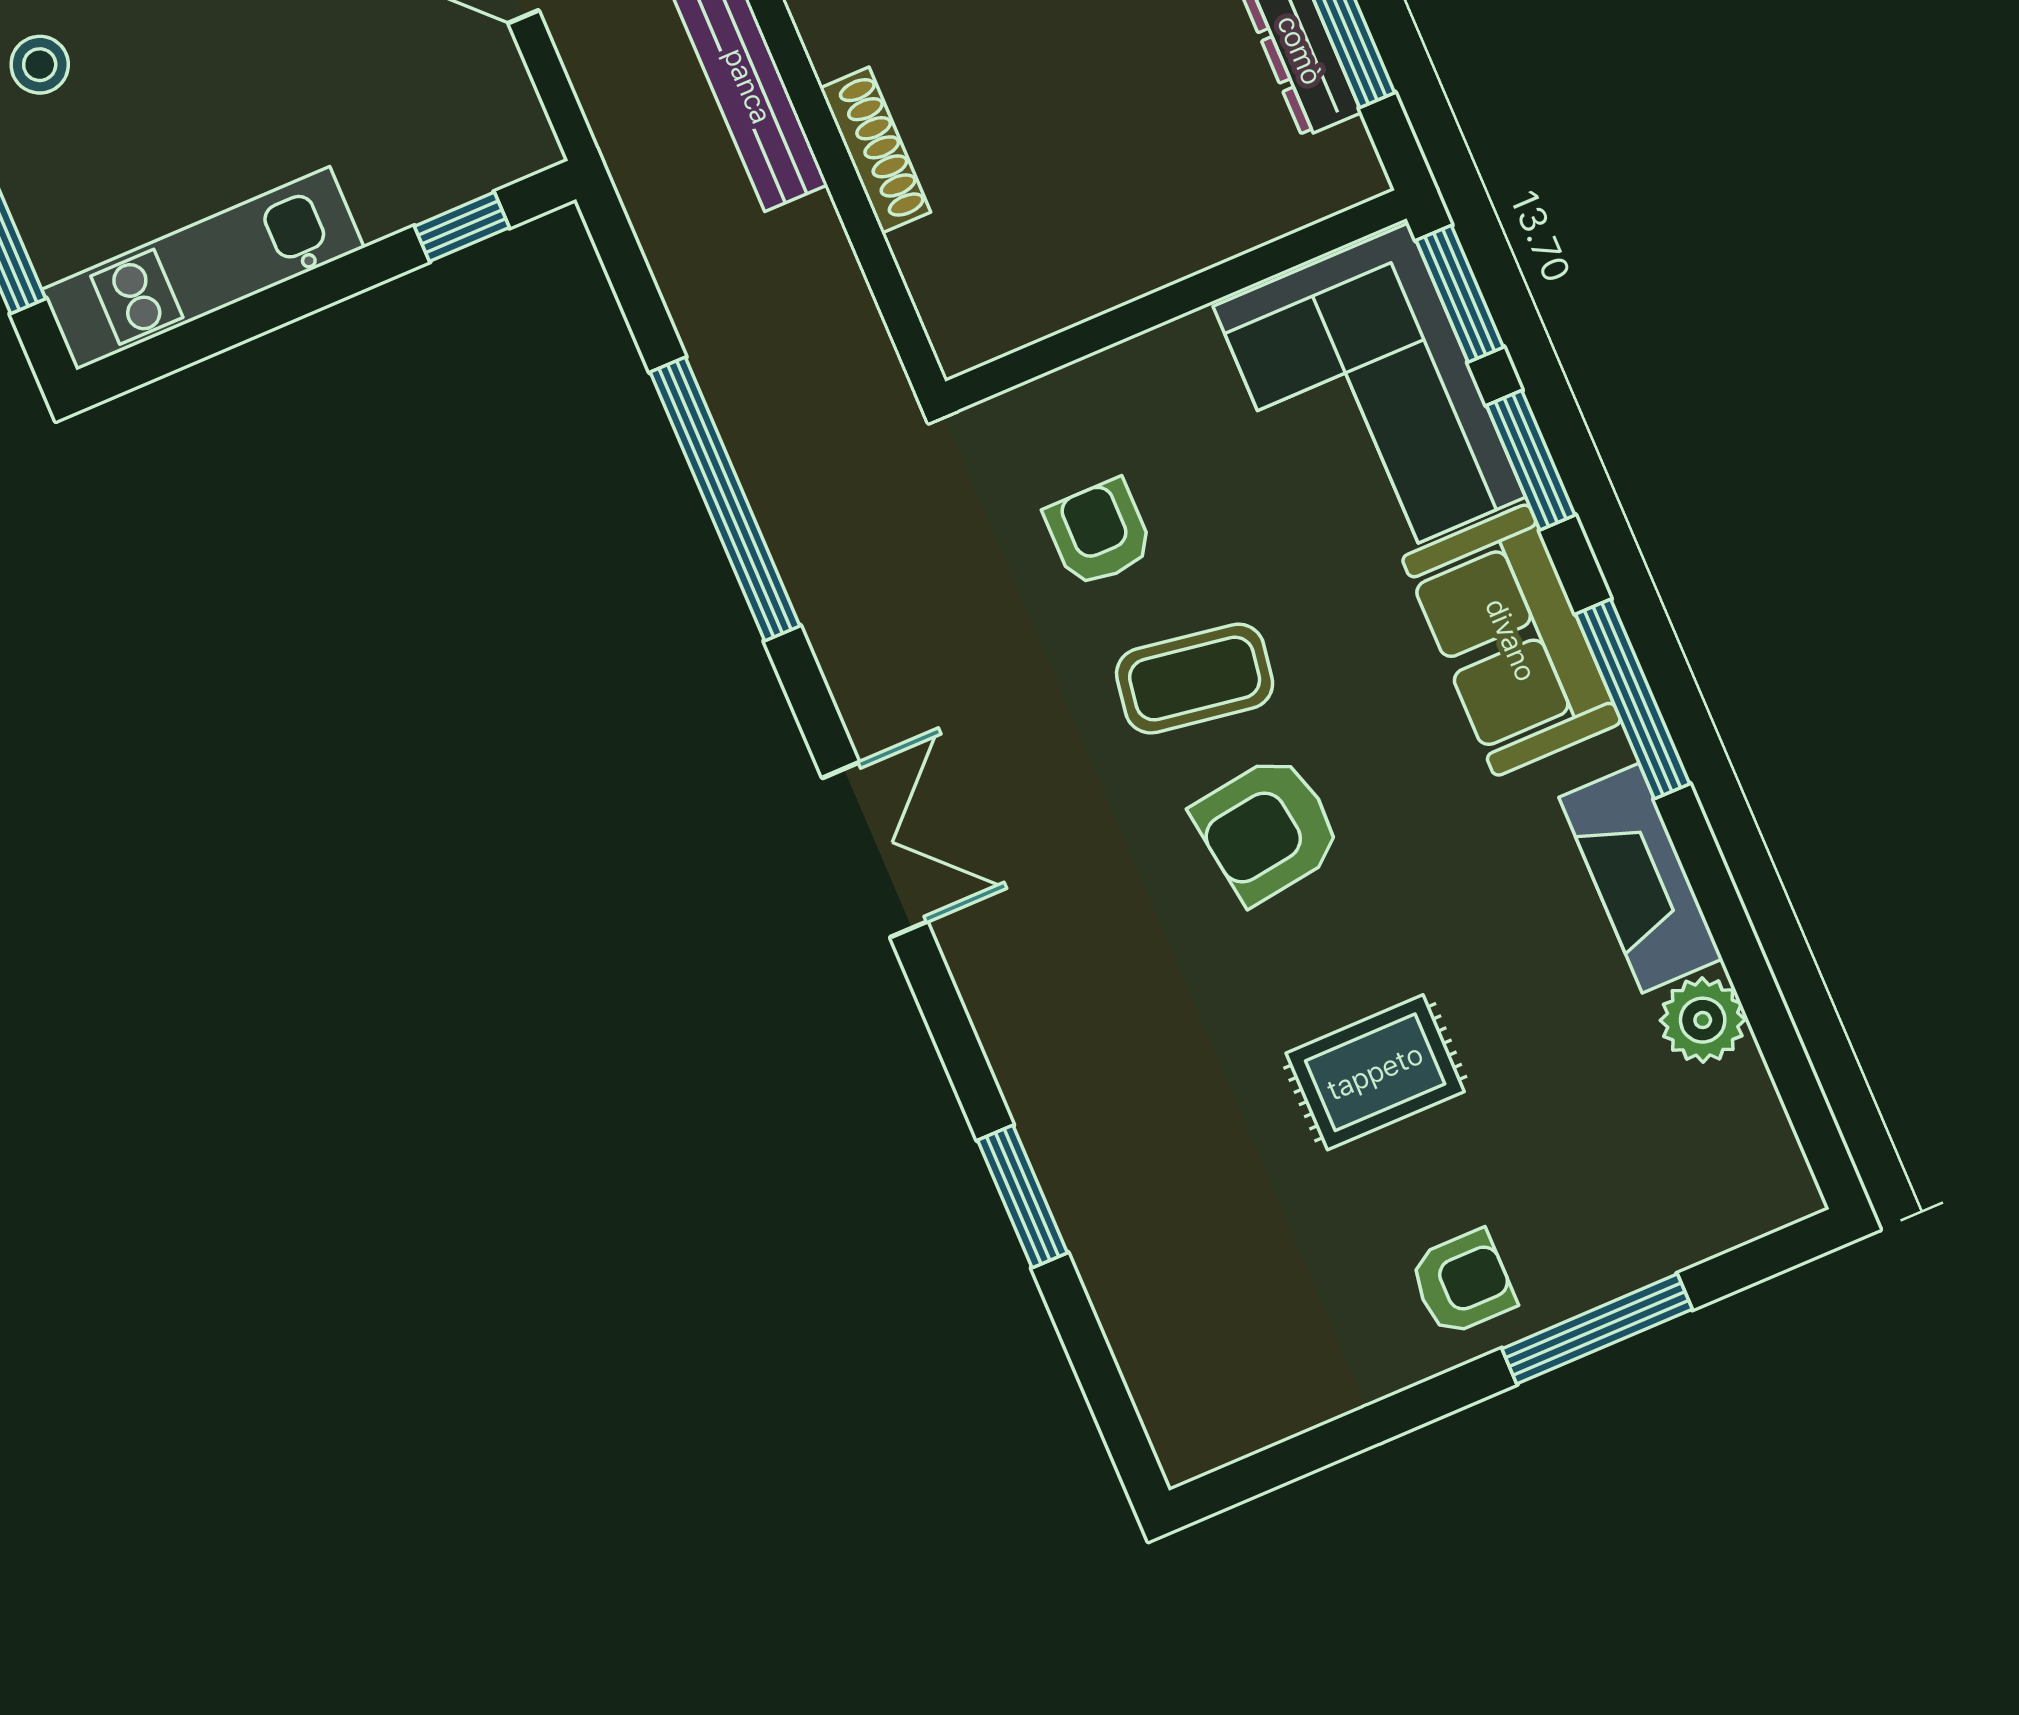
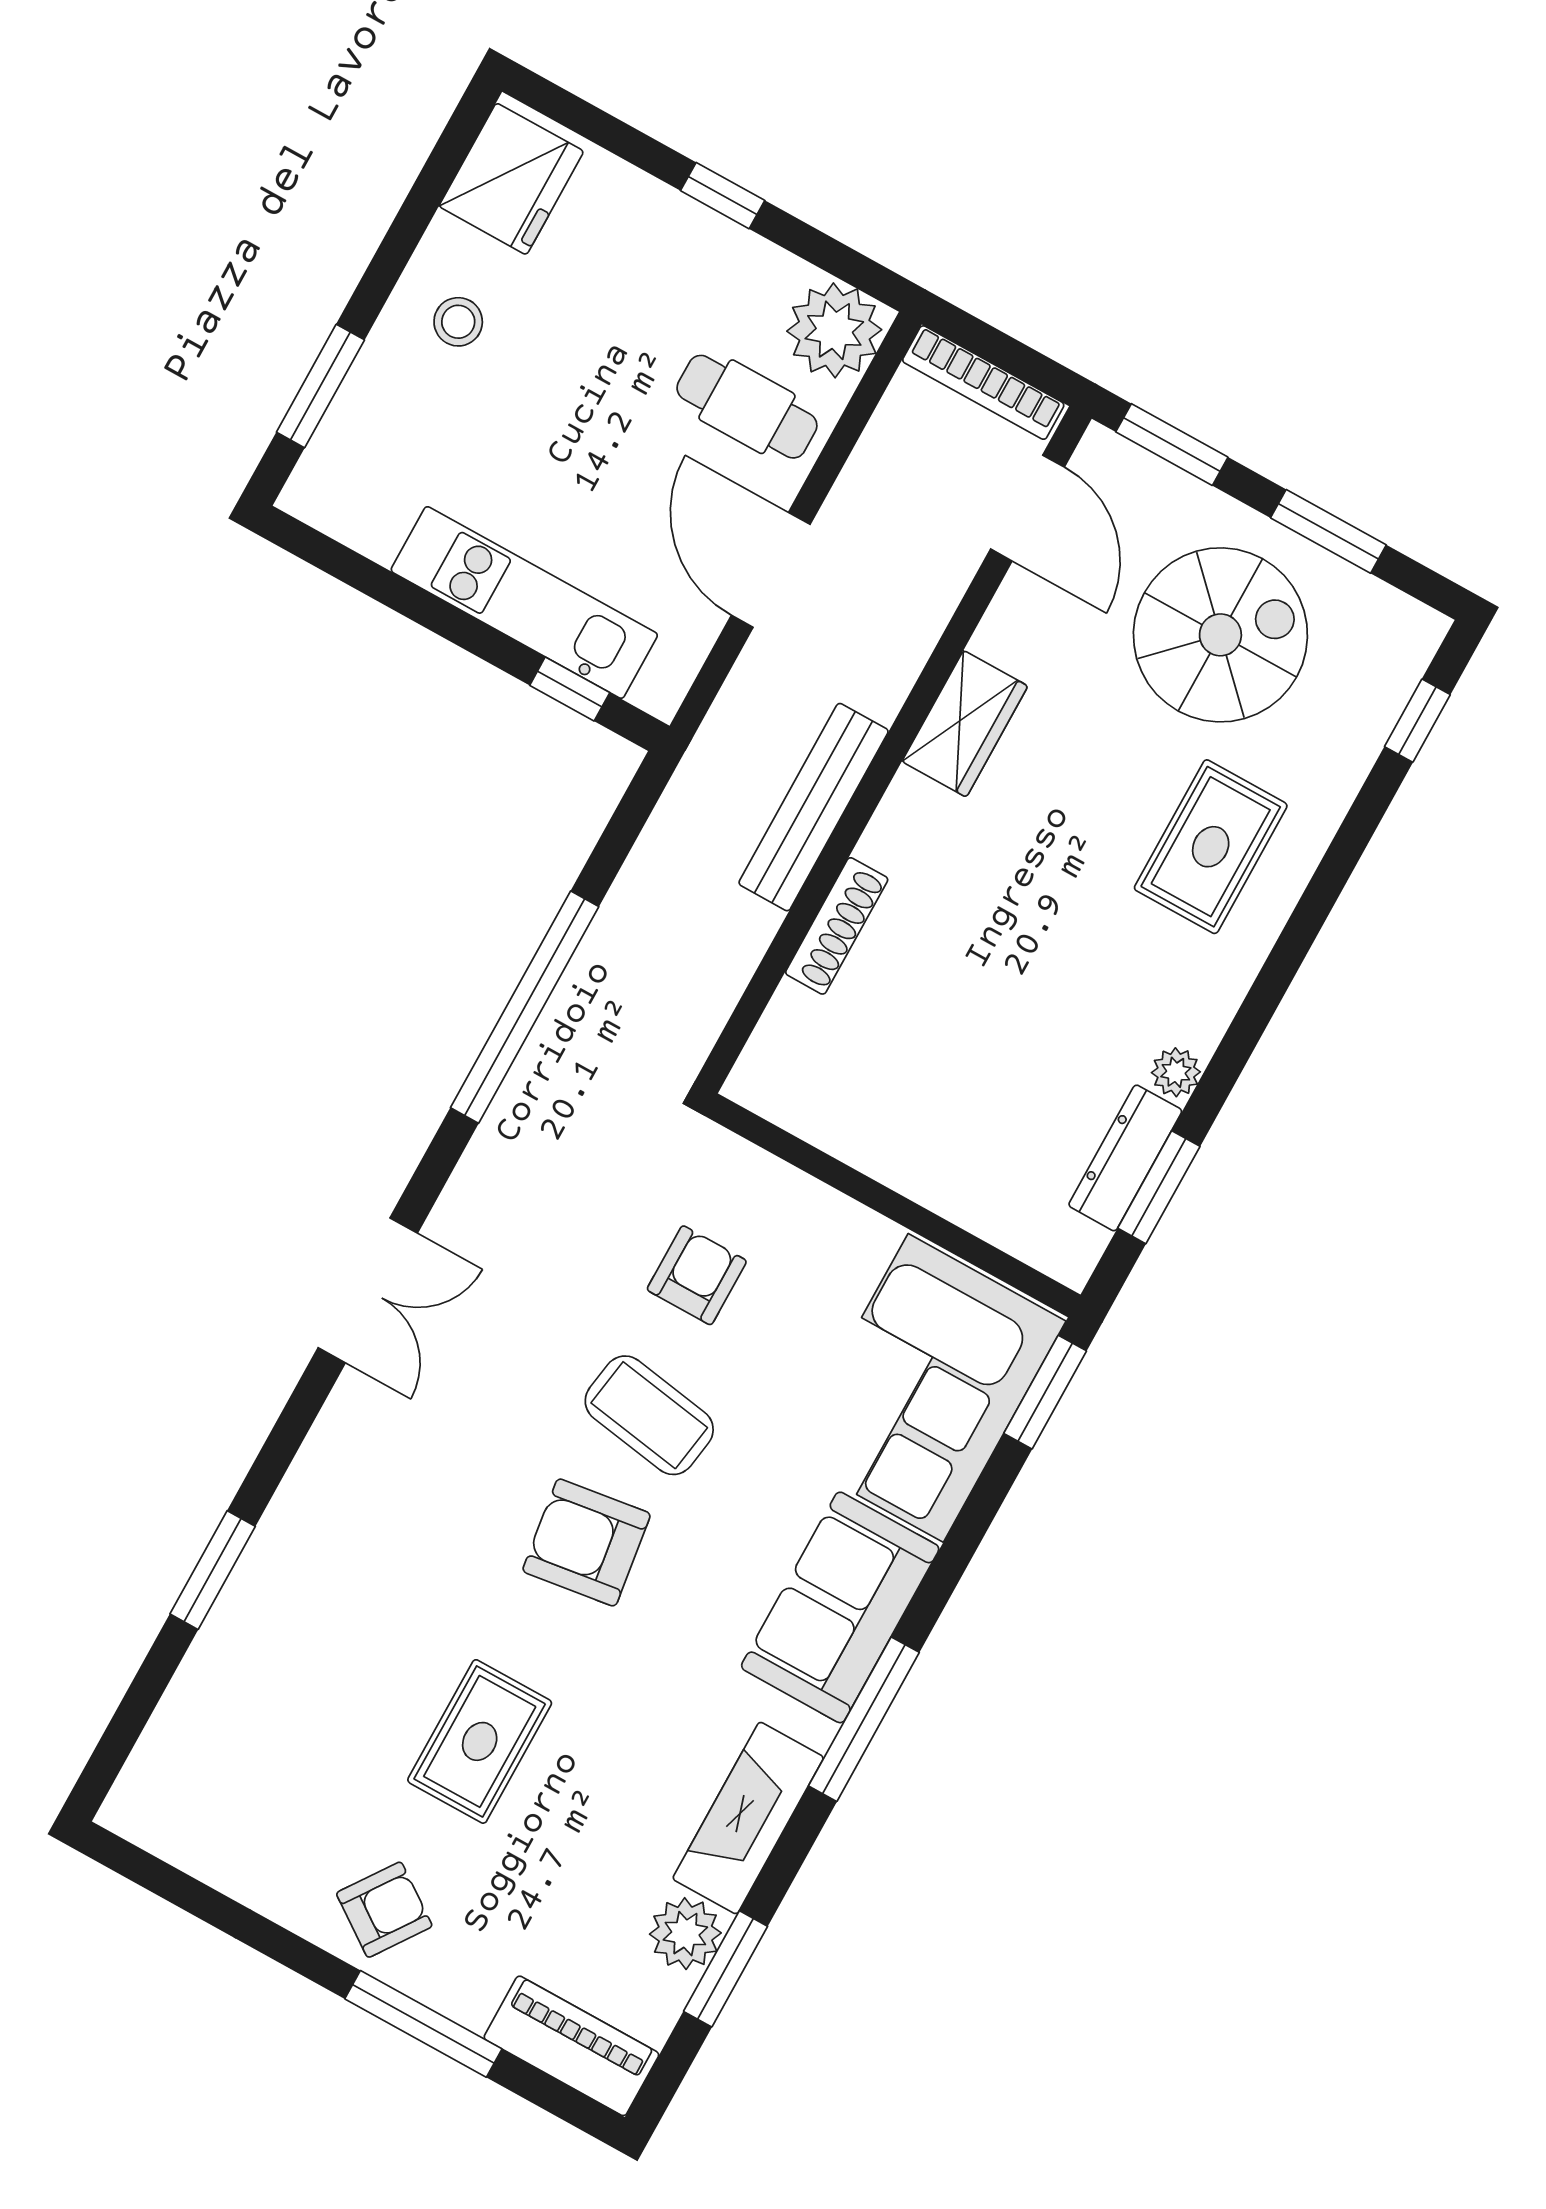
kitchen unit: (203, 268) -> (524, 602), moved
window: (1531, 460) -> (726, 1969), moved
rug: (1375, 1072) -> (480, 1741), turned 90
piano: (1725, 1207) -> (571, 2046), added
armchair: (1463, 1283) -> (384, 1910), turned -55

